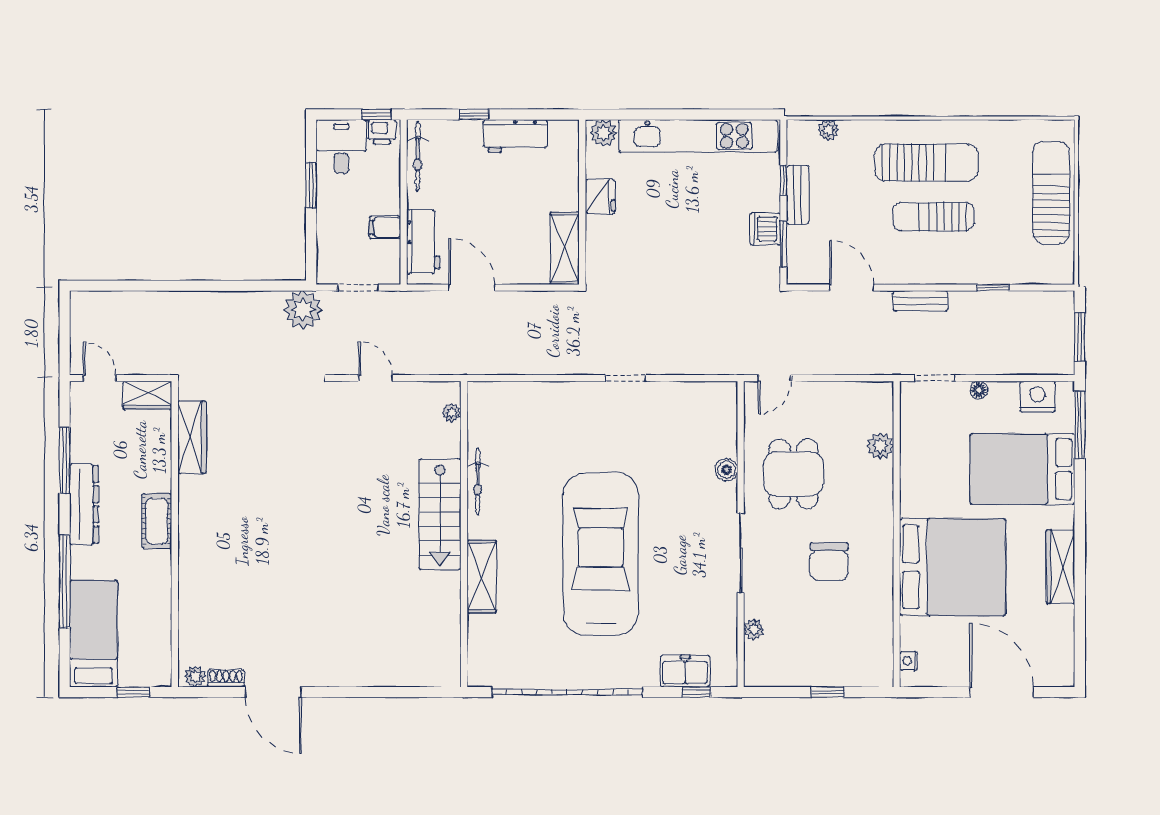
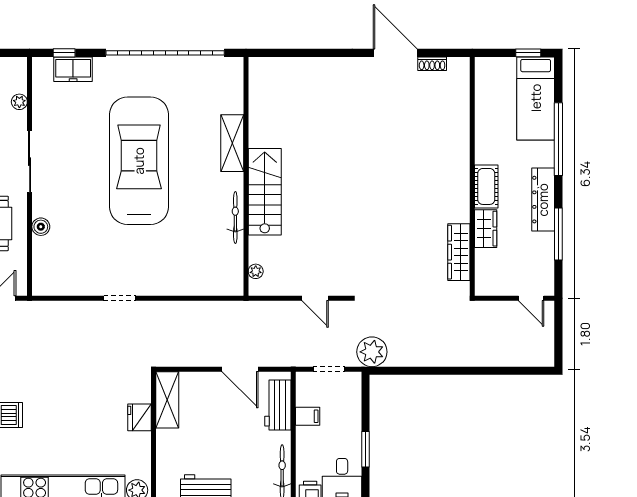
fridge: (600, 196) -> (140, 417), moved
wardrobe: (147, 395) -> (486, 229), moved, turned 90
car: (601, 554) -> (139, 161), turned 180
plant: (195, 676) -> (456, 65), removed
window: (133, 692) -> (528, 53), moved

